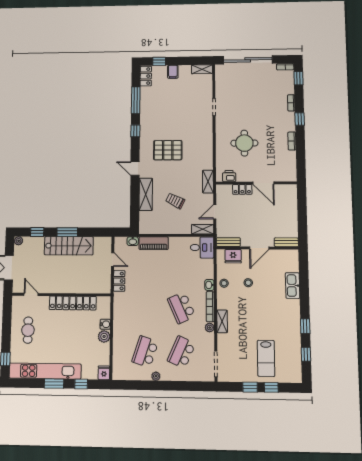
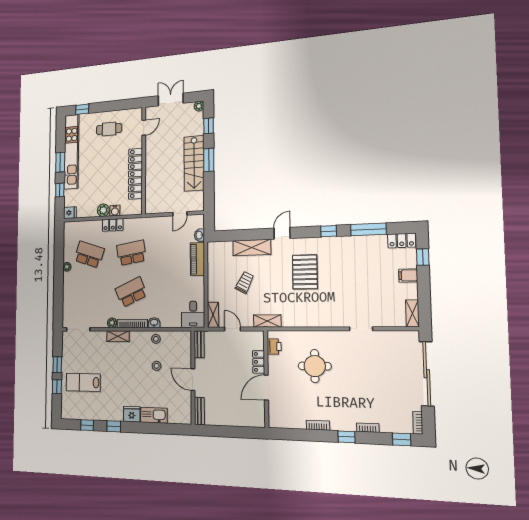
fridge: (233, 256) -> (132, 414), moved, turned 90
locker: (119, 281) -> (113, 225), moved
school desk: (181, 352) -> (131, 253), moved, turned -33

